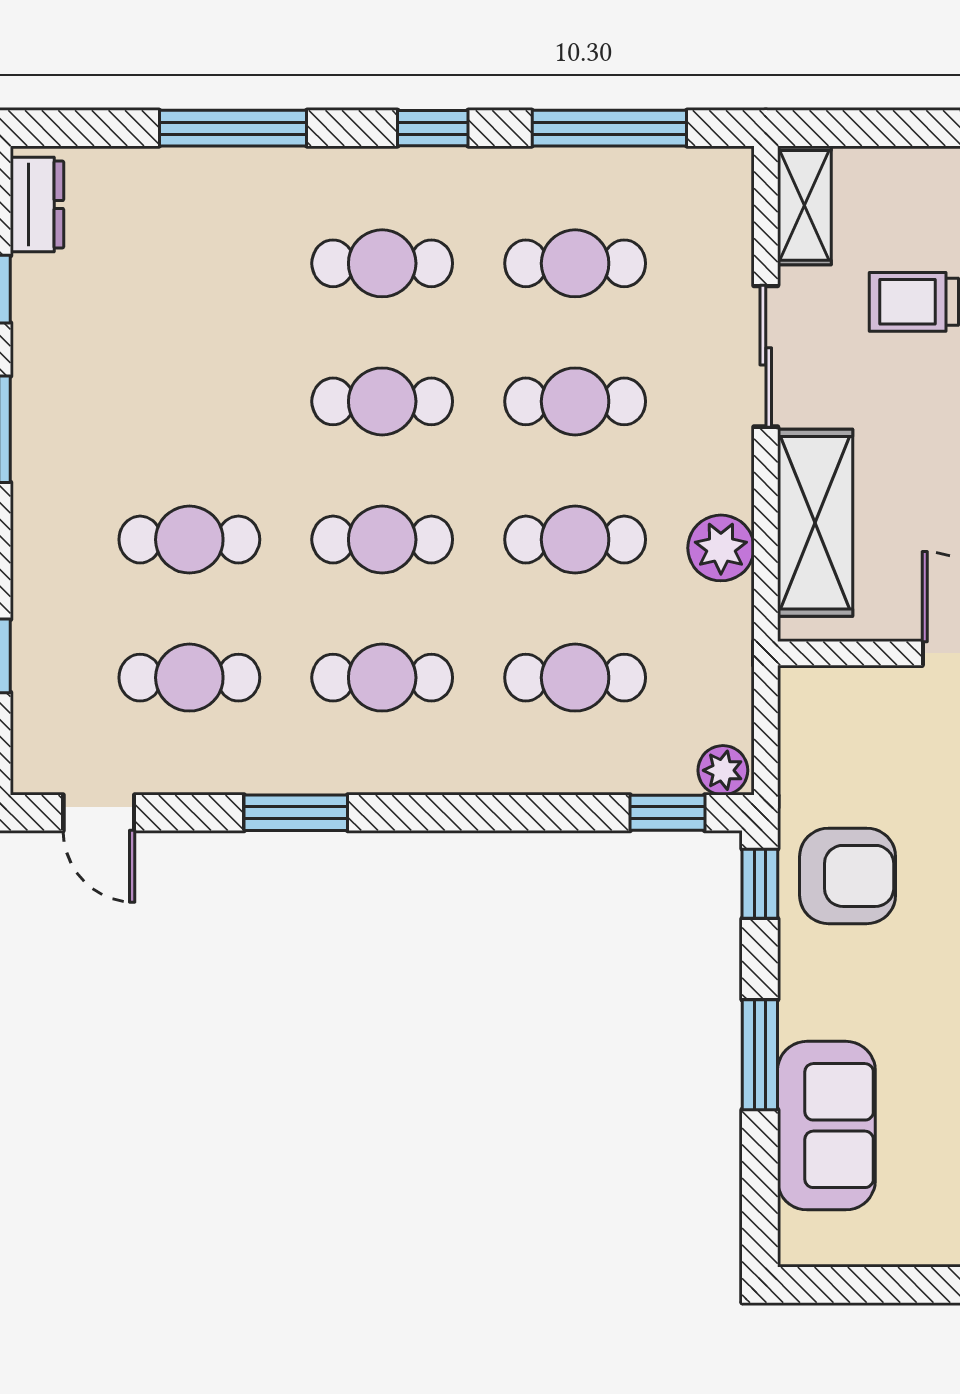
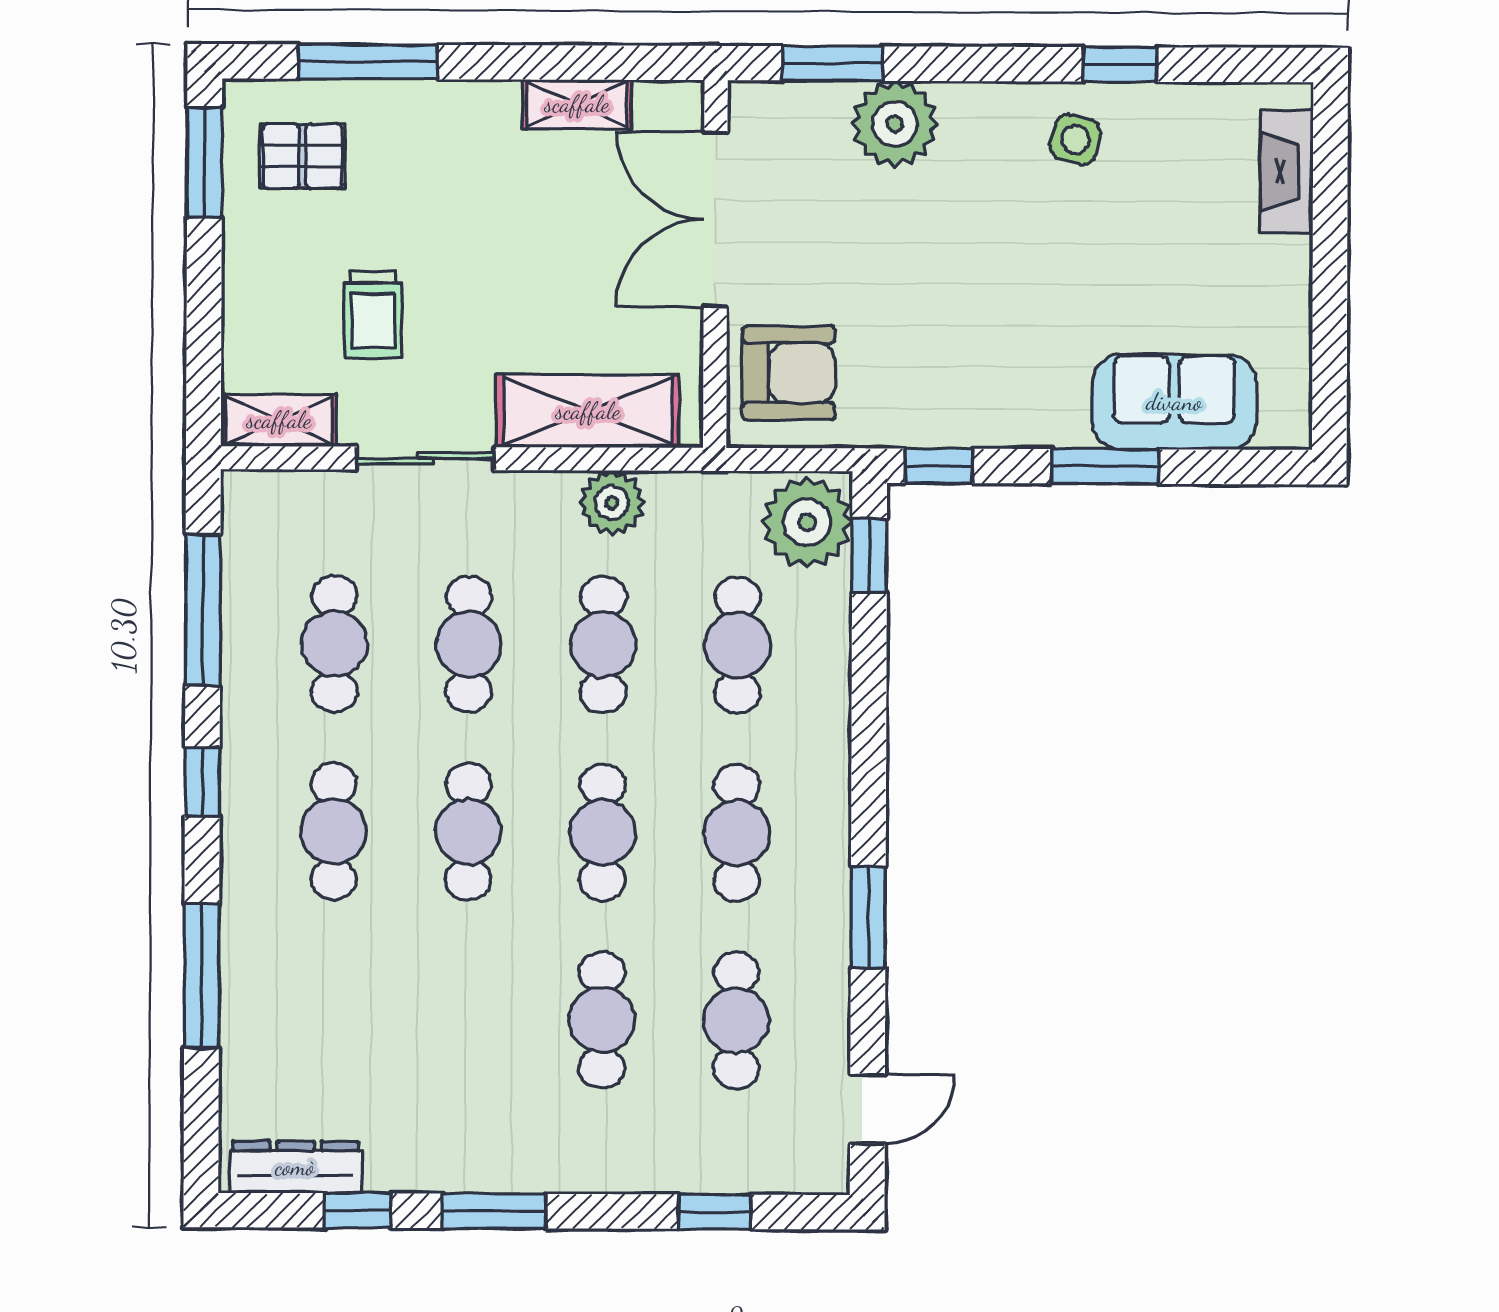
dresser: (37, 205) -> (295, 1167), width x1.44
plant: (723, 770) -> (807, 522), width x1.88, depth x1.88
armchair: (848, 876) -> (789, 373), moved, turned 90

